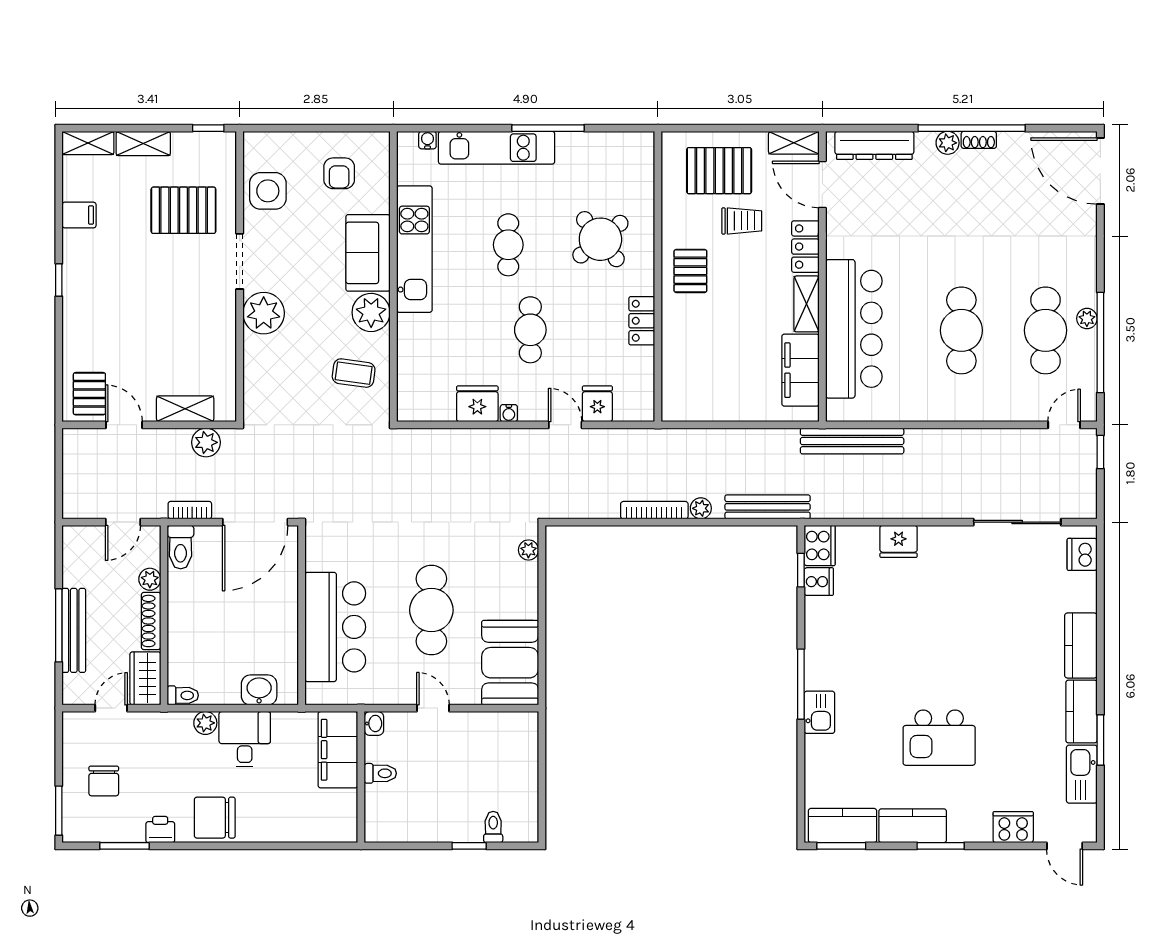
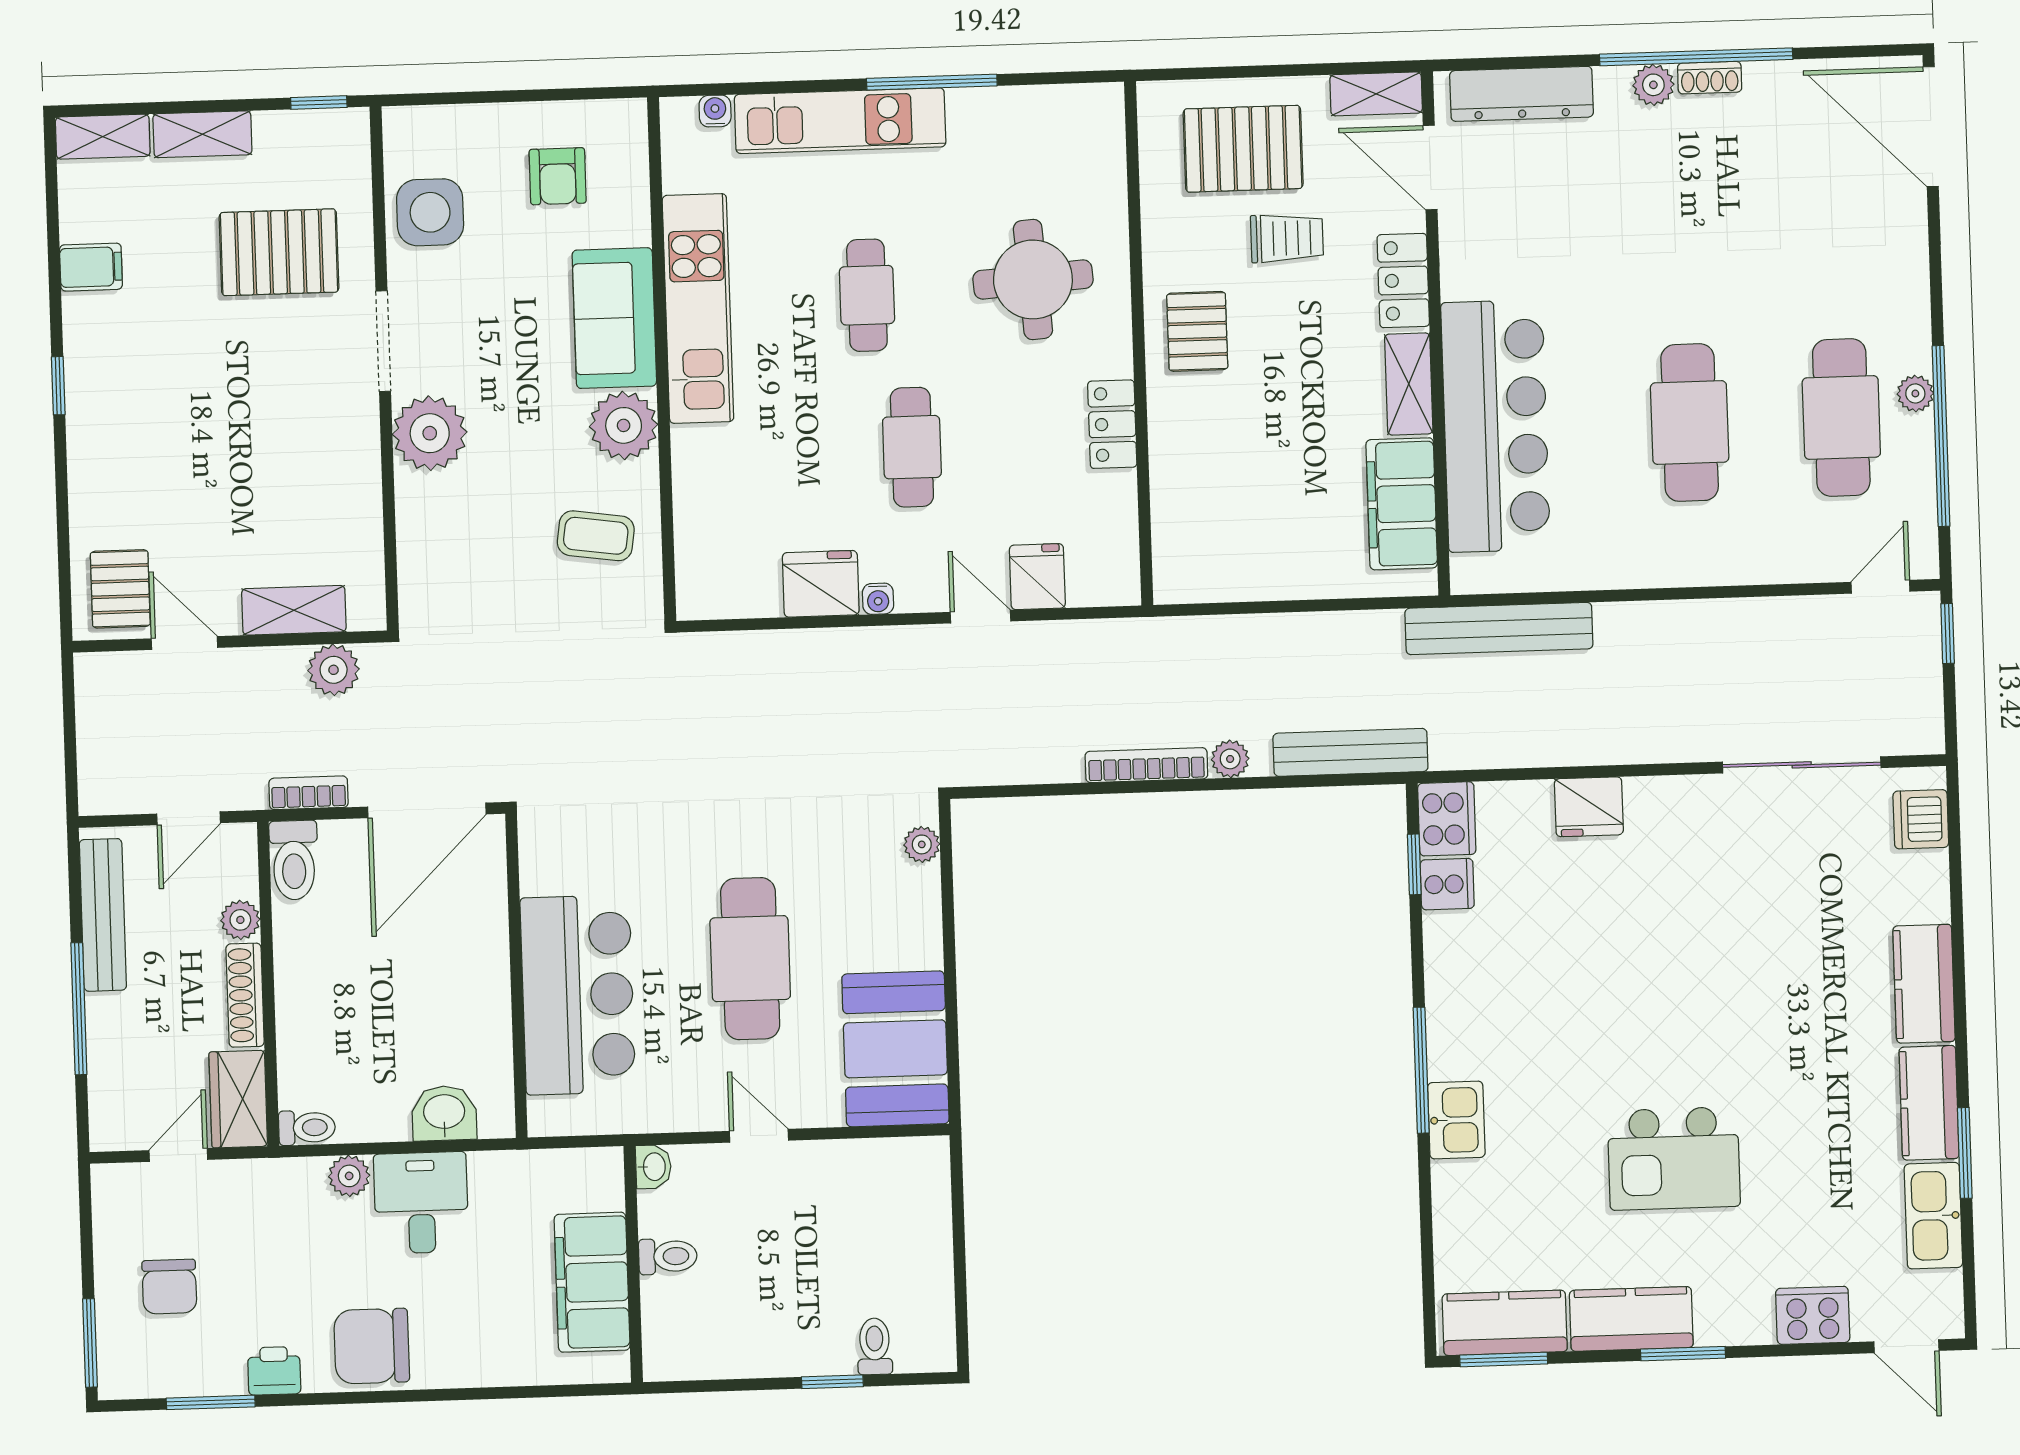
round table: (600, 239) -> (1033, 279), turned 35
bench: (74, 630) -> (103, 915), moved
filing cabinet: (338, 750) -> (592, 1282), moved

